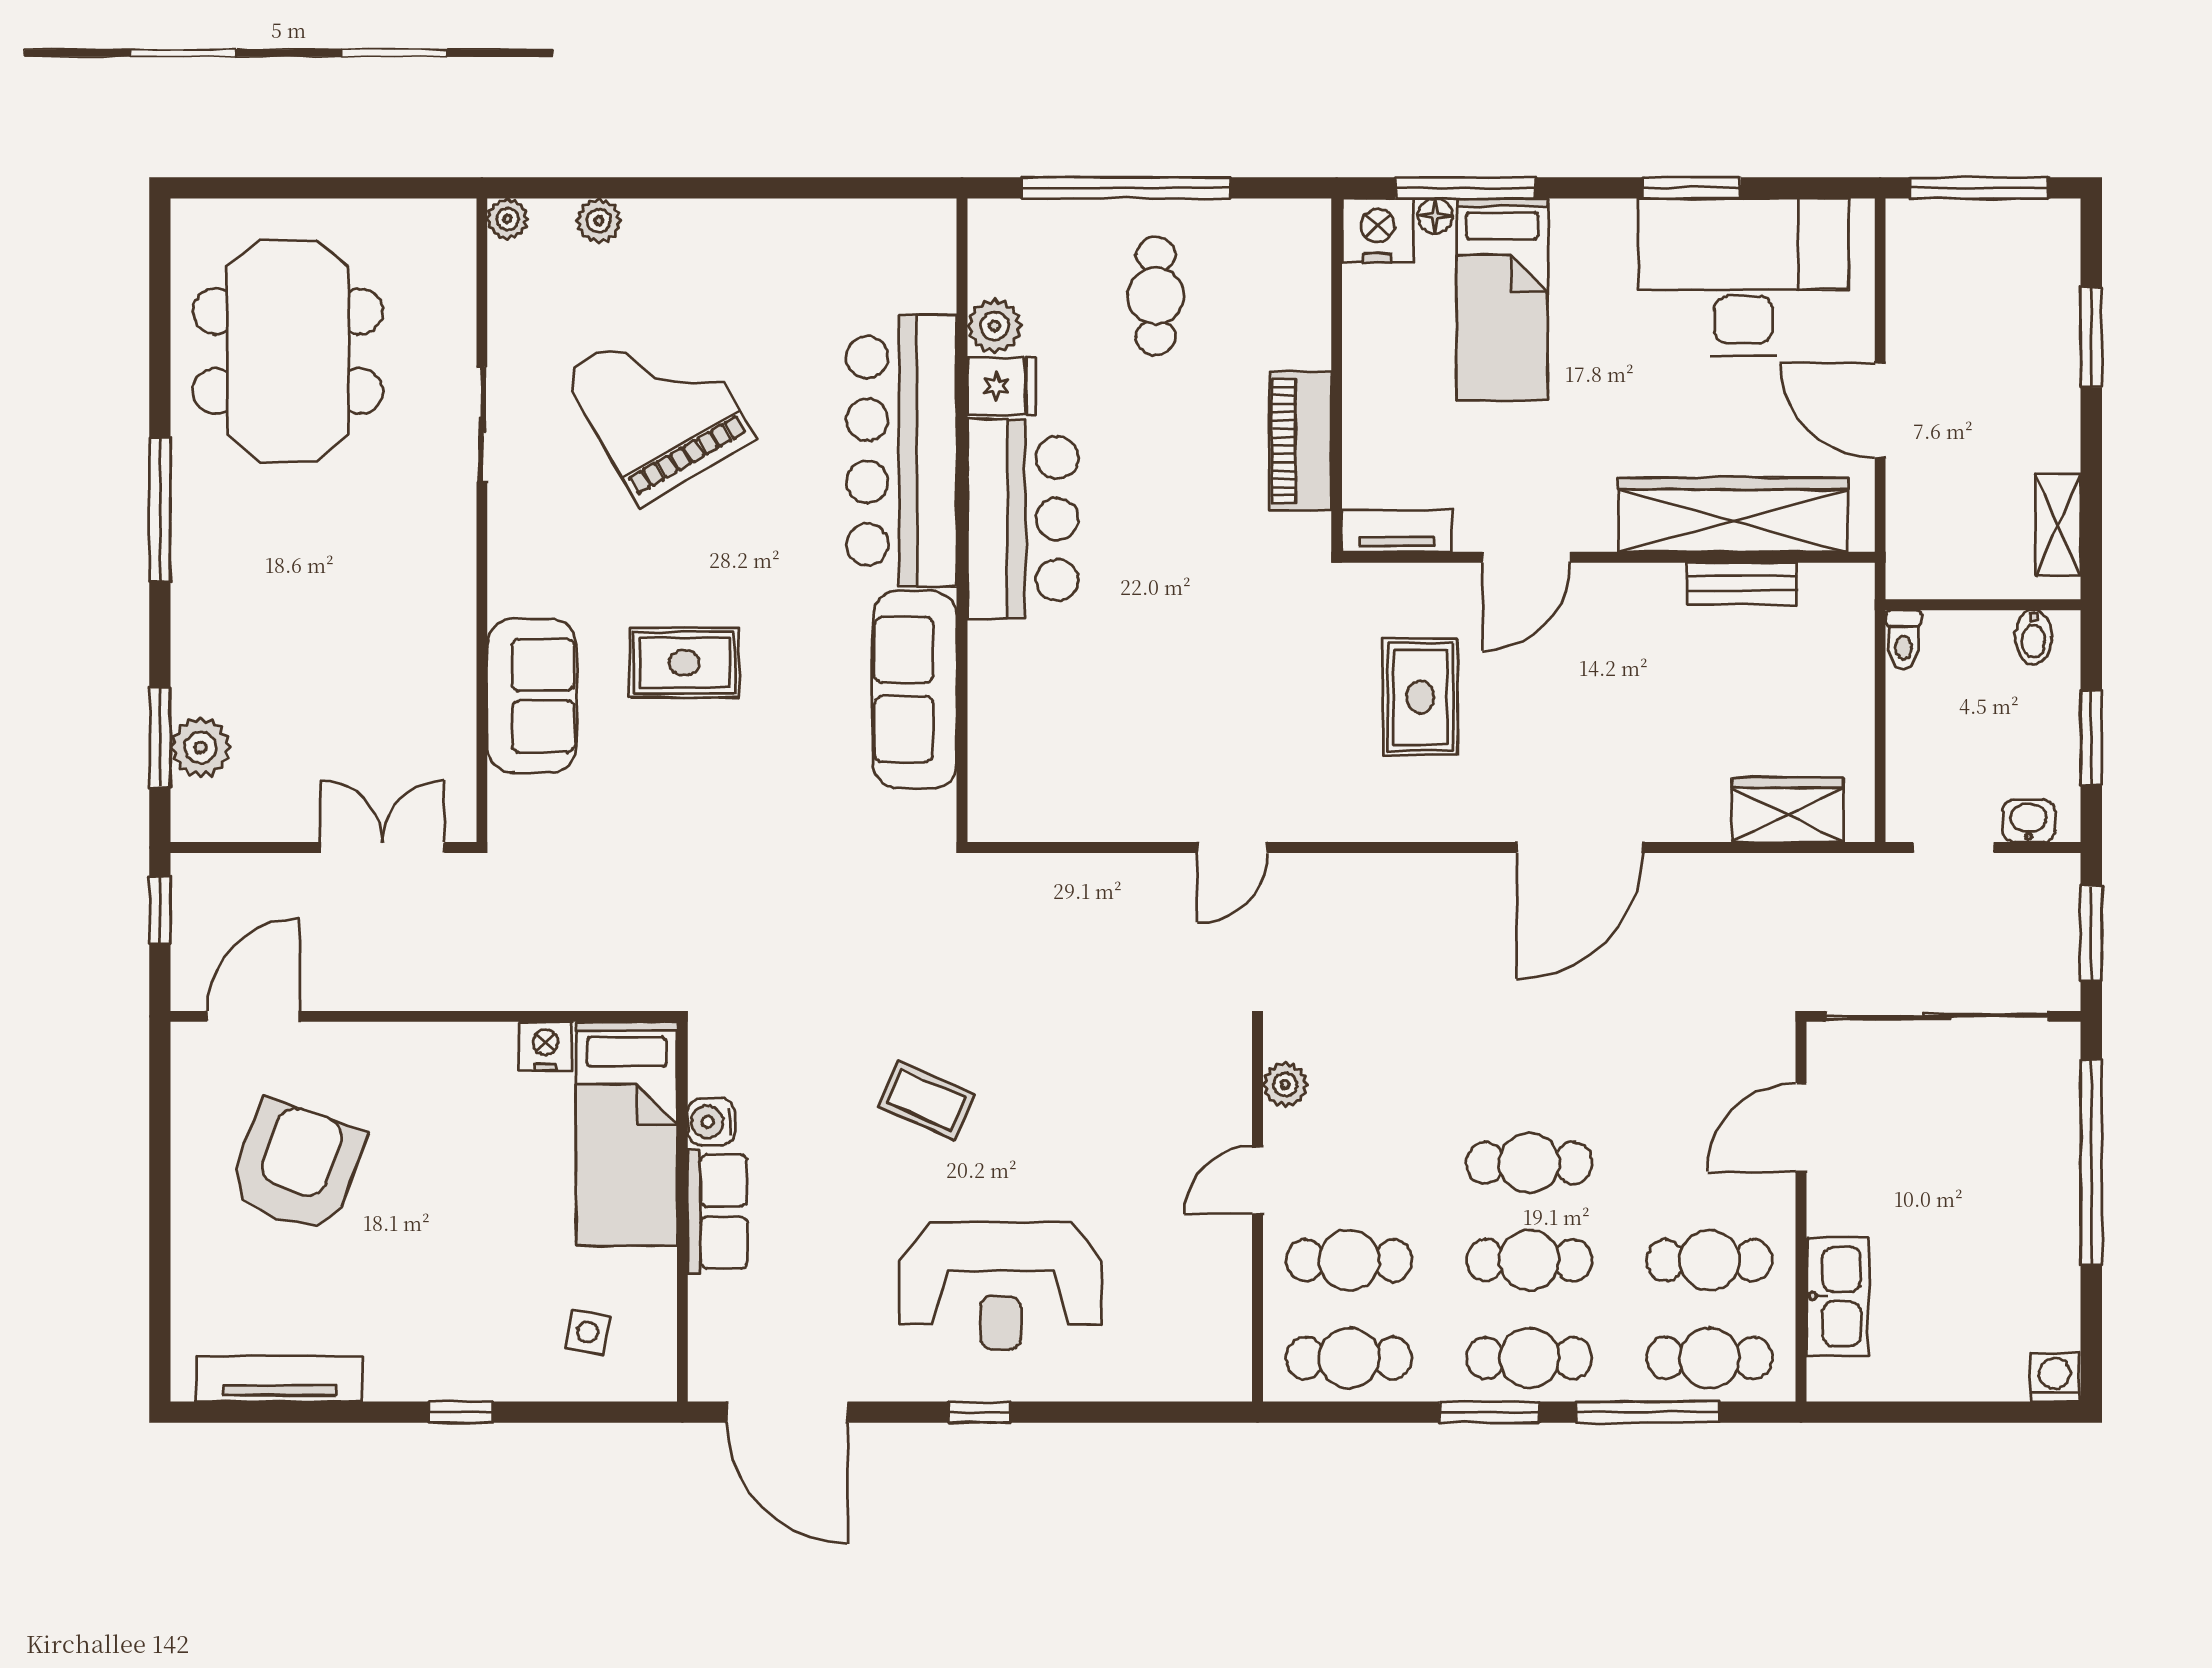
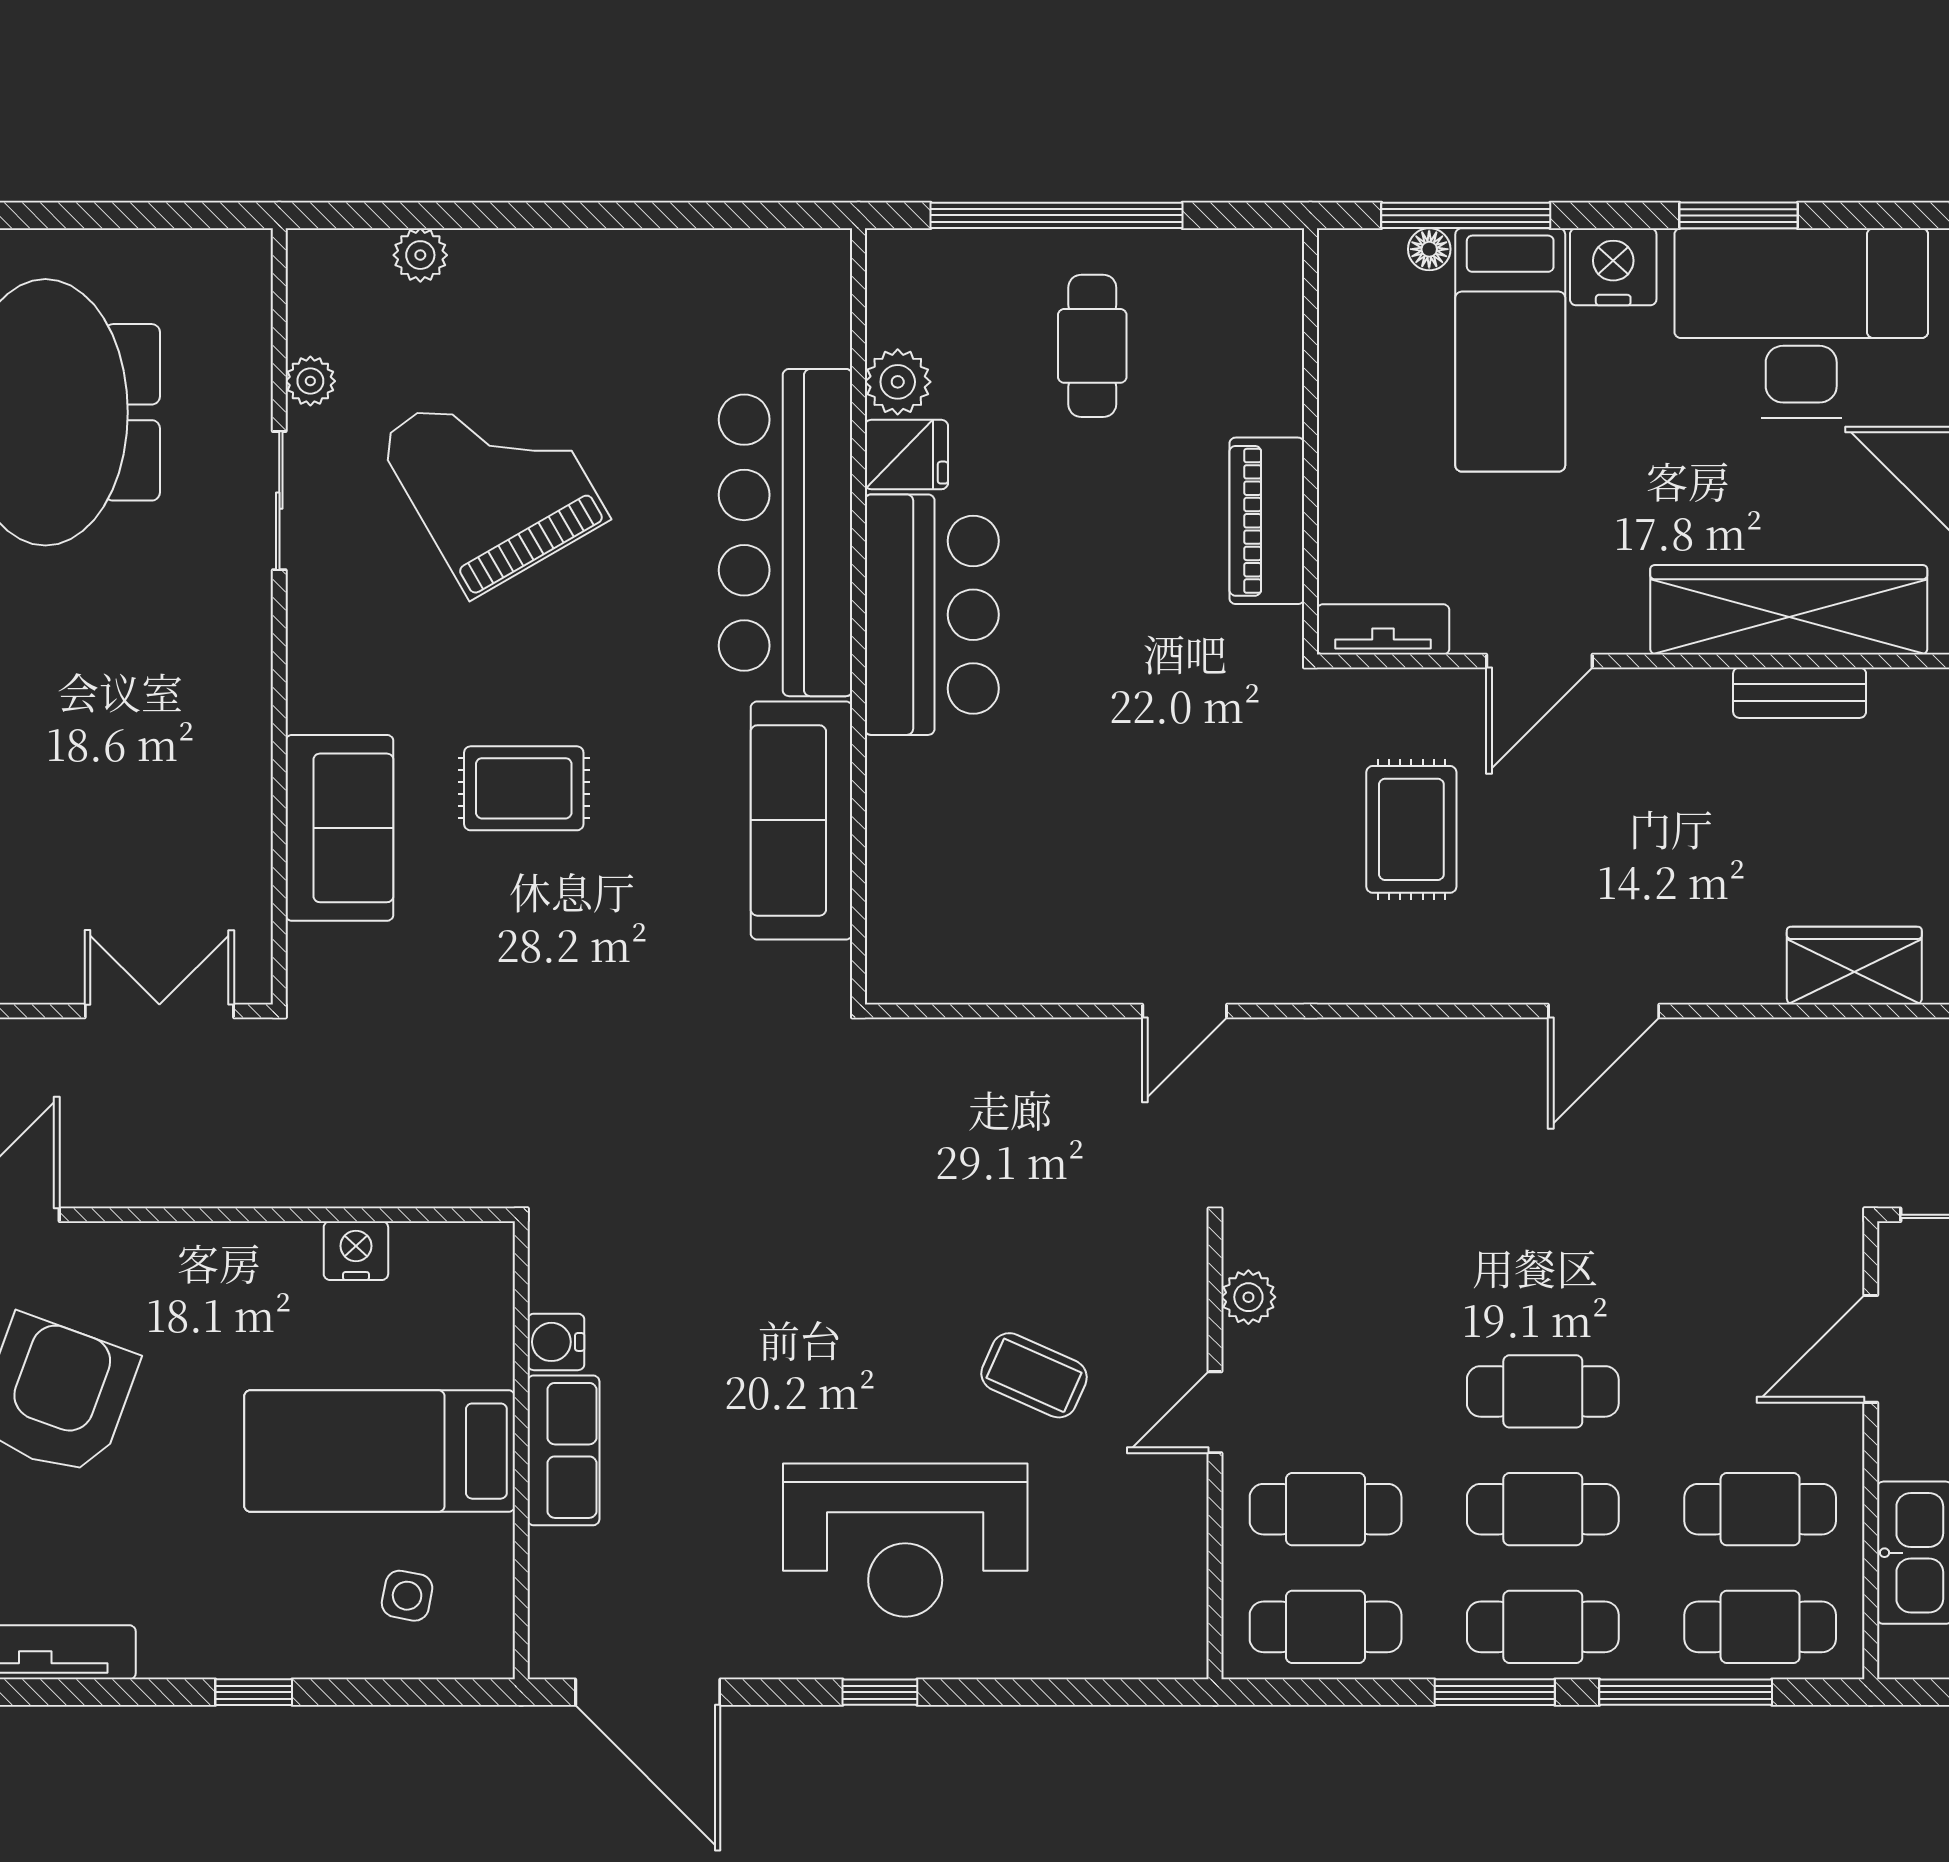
plant: (508, 219) -> (310, 381), moved
nightstand: (1378, 230) -> (1613, 267), moved
door: (1580, 847) -> (1604, 1011), width x0.73
coffee table: (926, 1100) -> (1034, 1375), moved
bed: (627, 1134) -> (380, 1451), moved, turned 90

